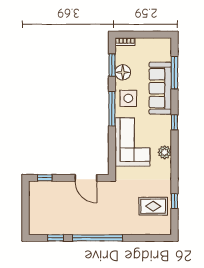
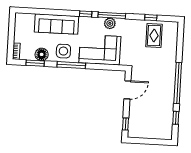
window: (174, 73) -> (112, 15), moved

